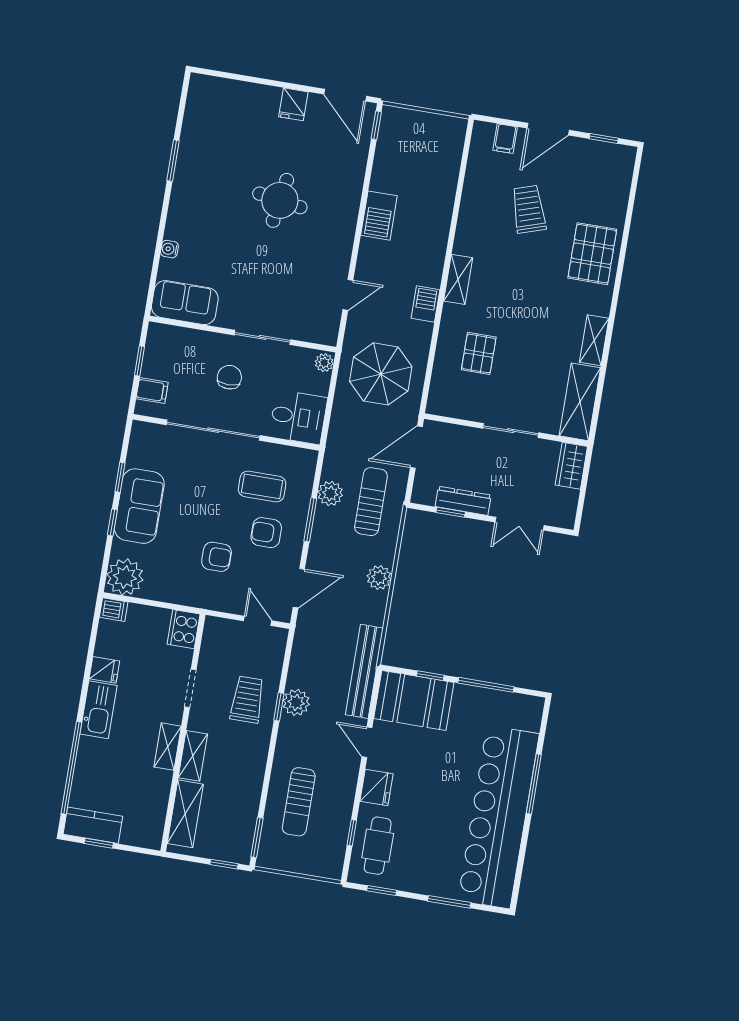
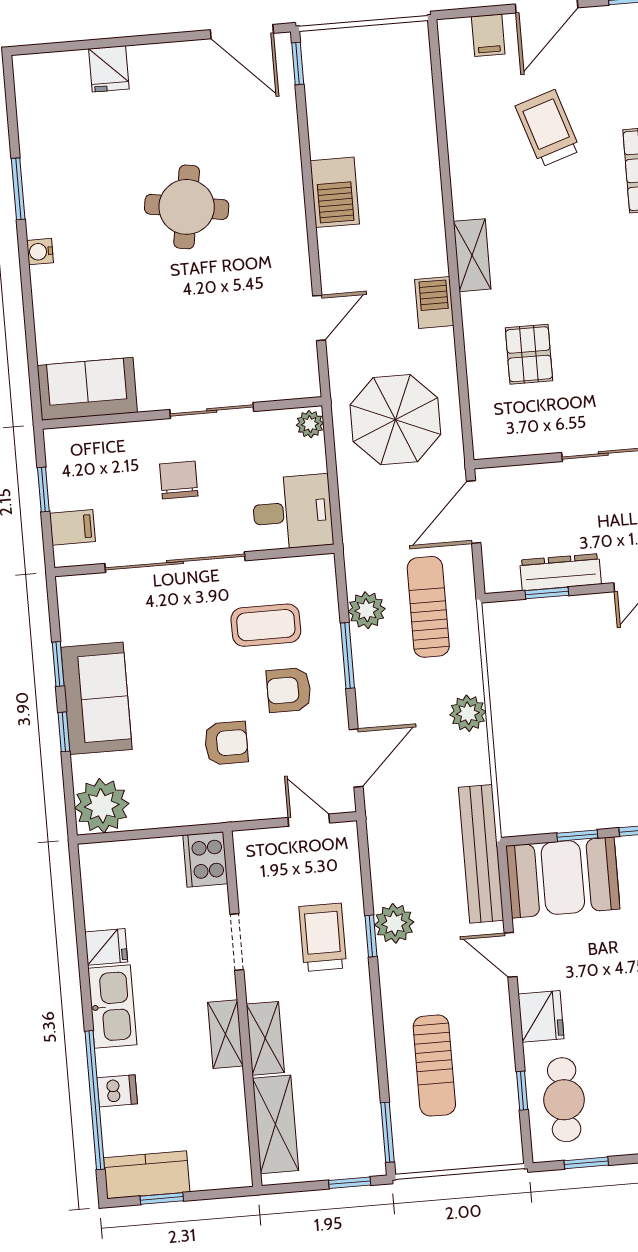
fridge: (293, 104) -> (109, 69), moved
water cooler: (169, 249) -> (40, 252), moved
dishwasher: (114, 610) -> (117, 1091), moved

